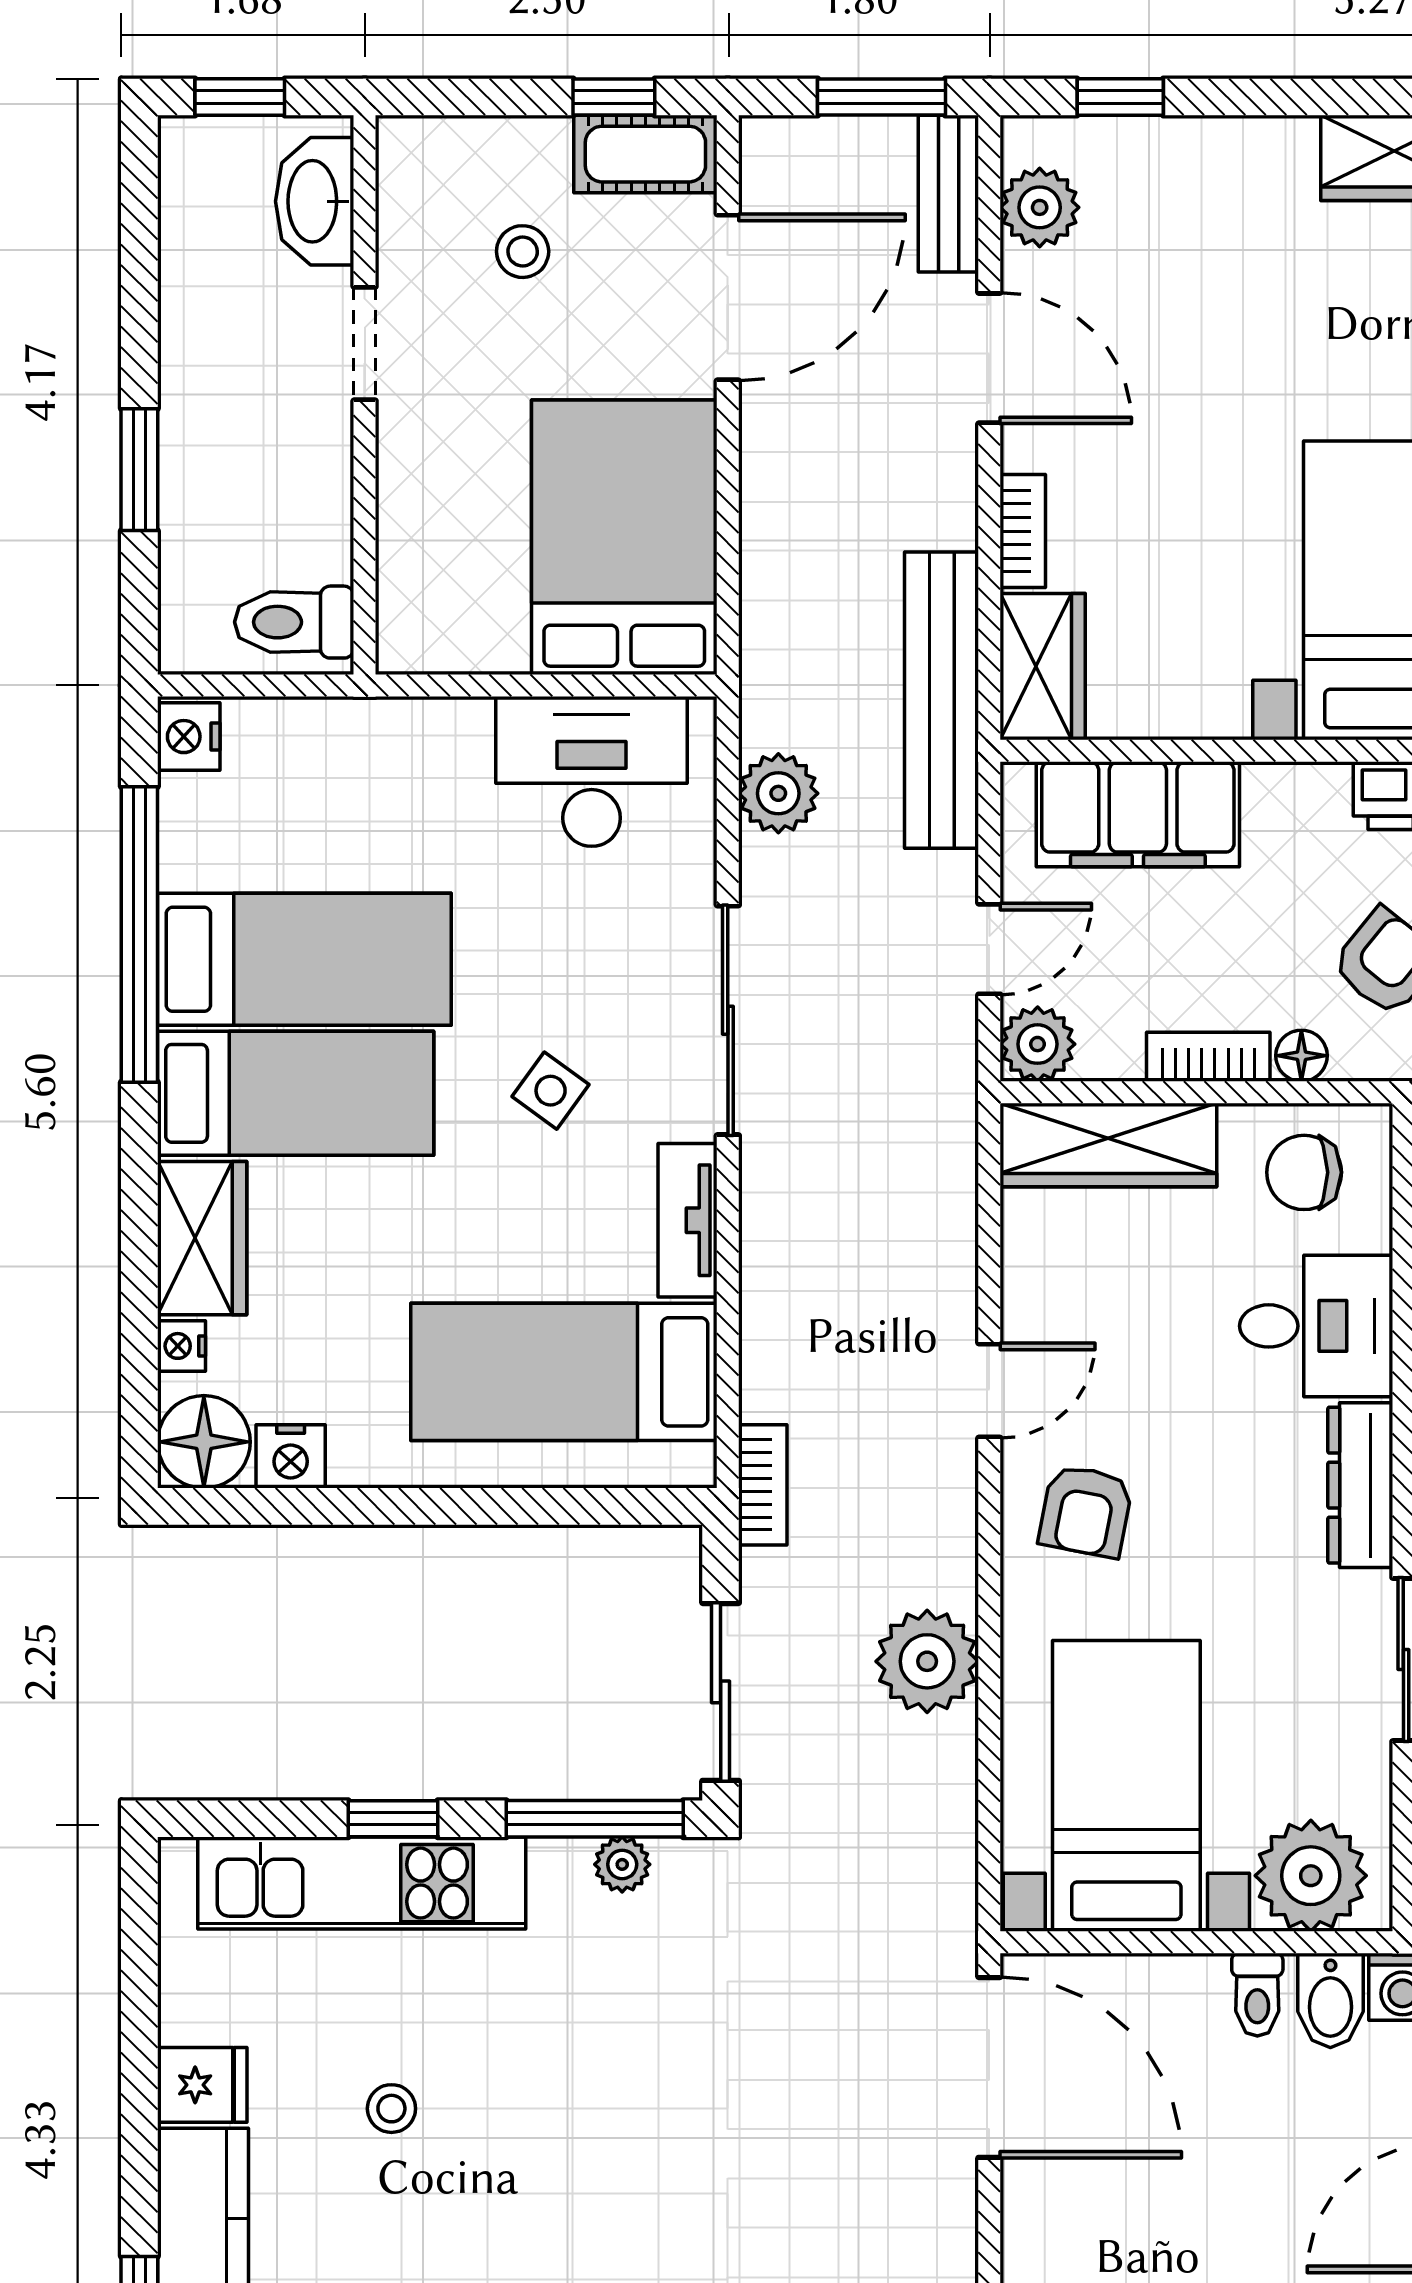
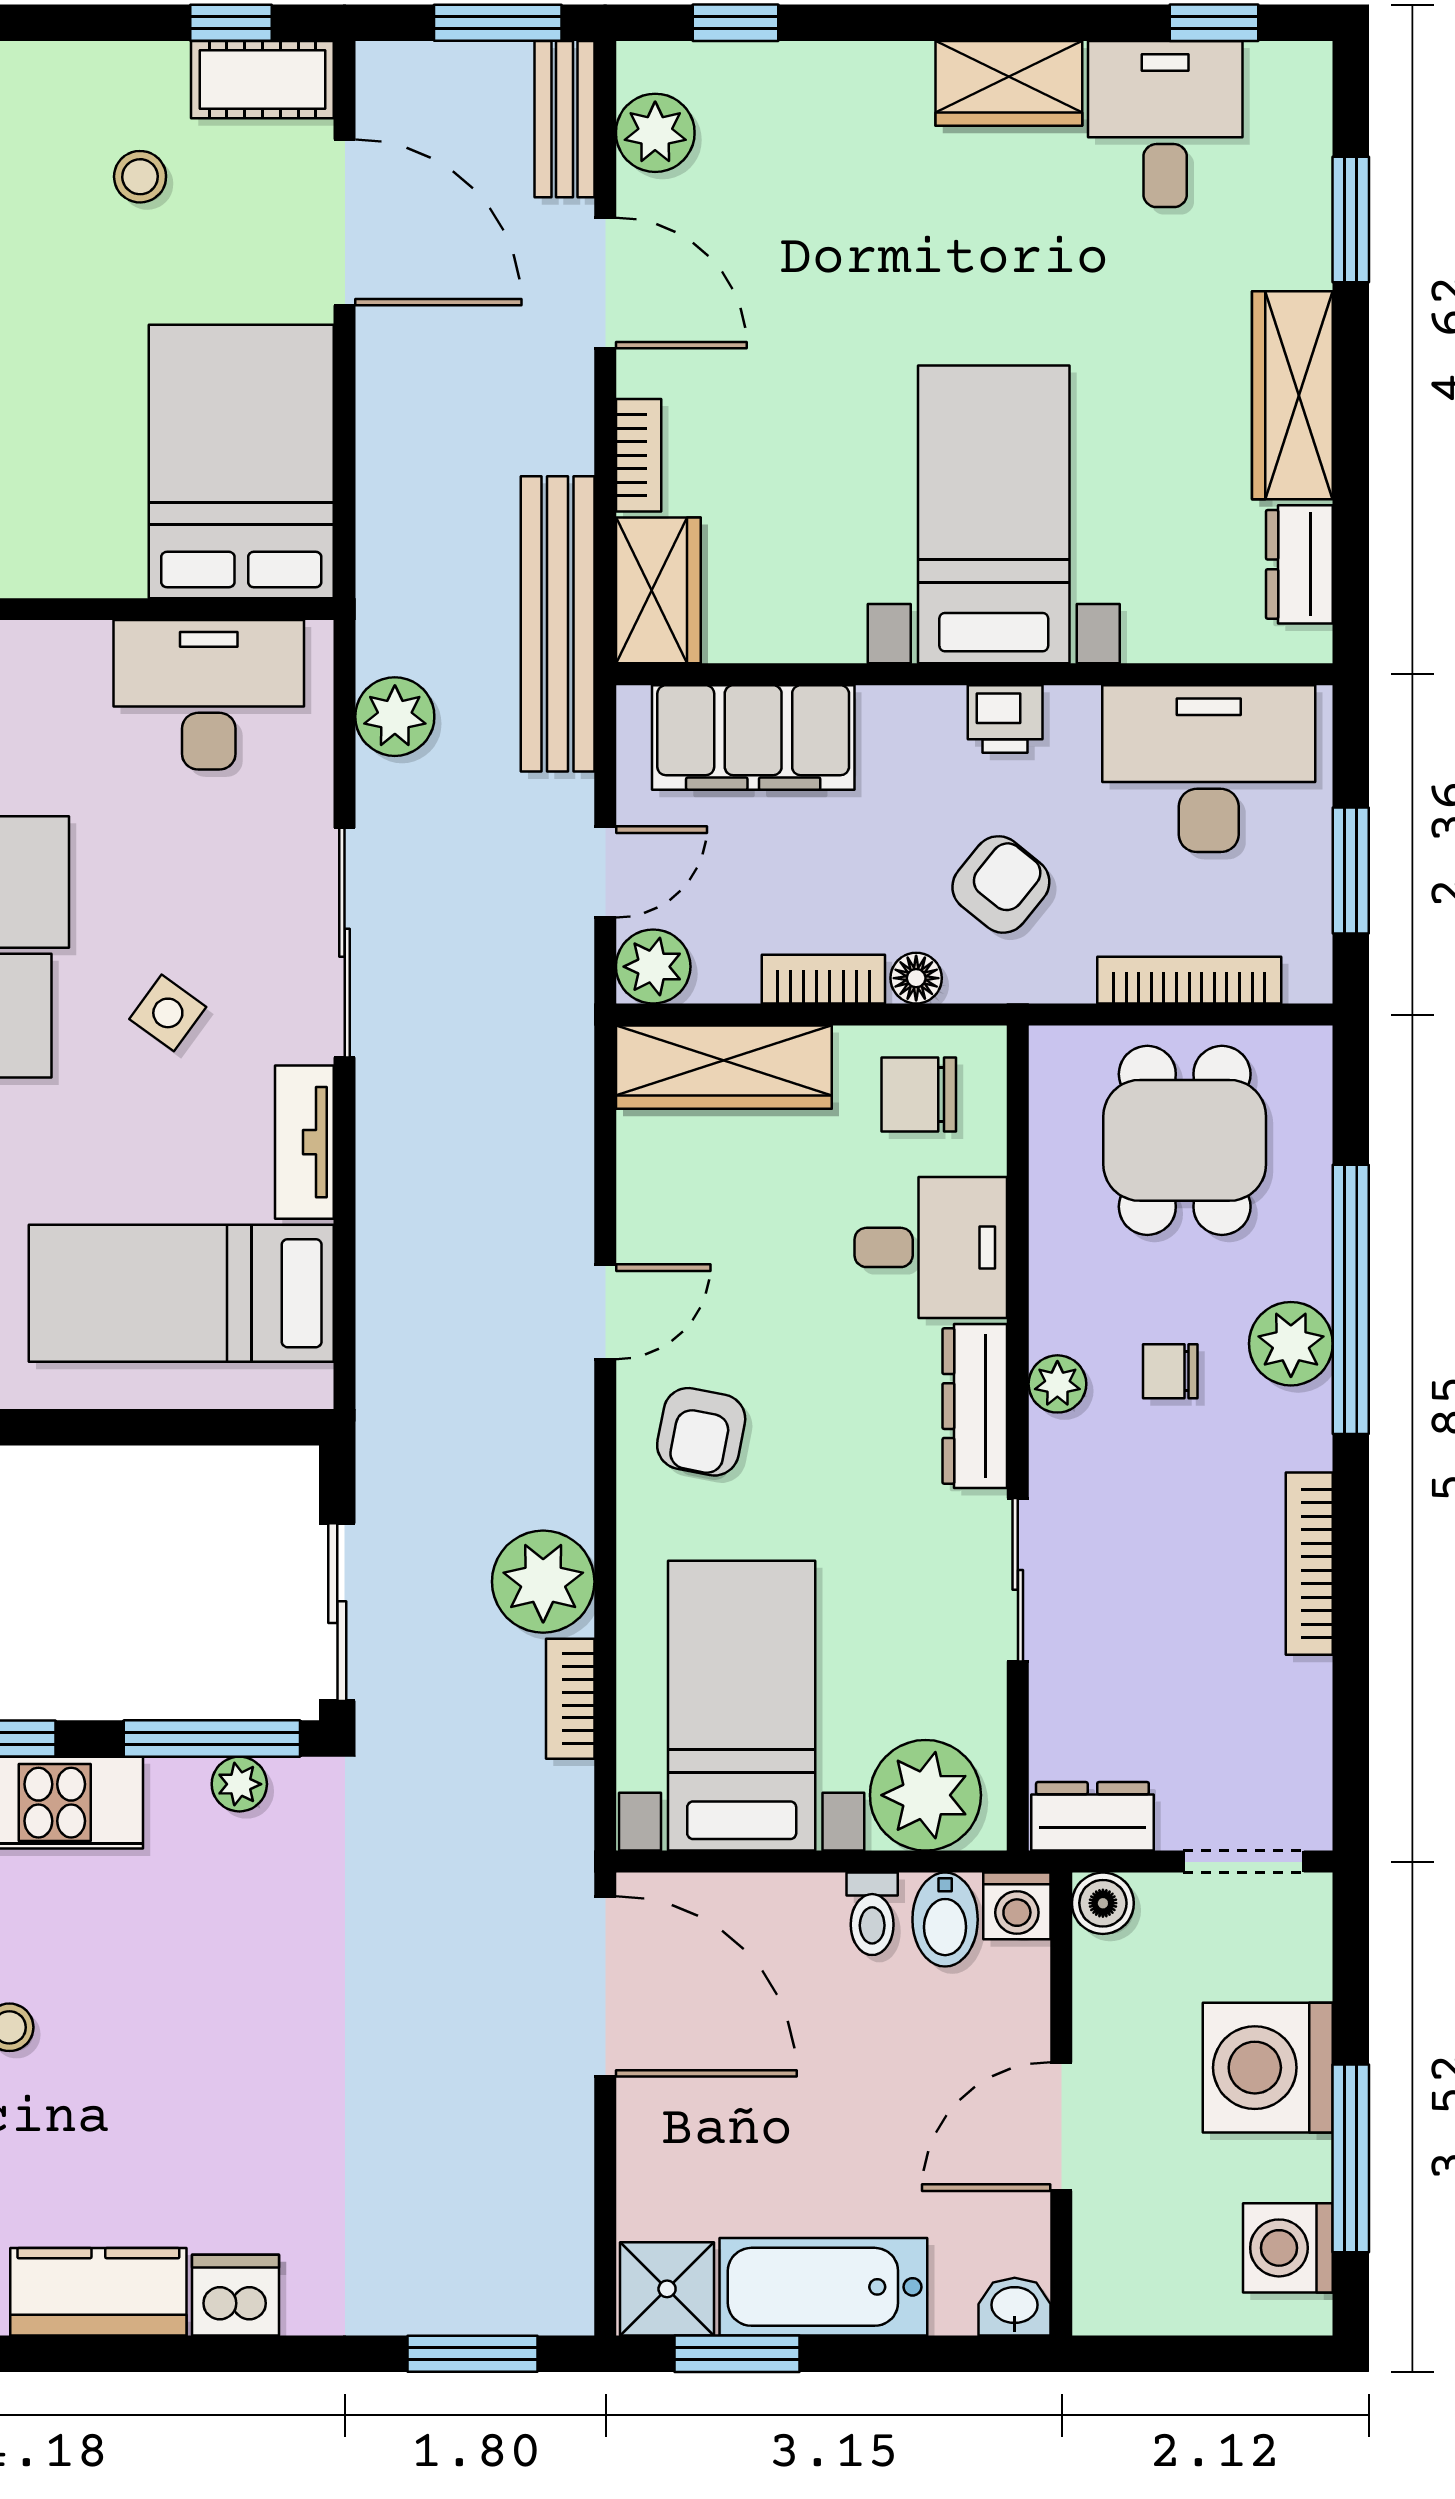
door: (728, 297) -> (345, 222), hinge flipped
bookcase: (763, 1485) -> (570, 1699), moved, turned 180

